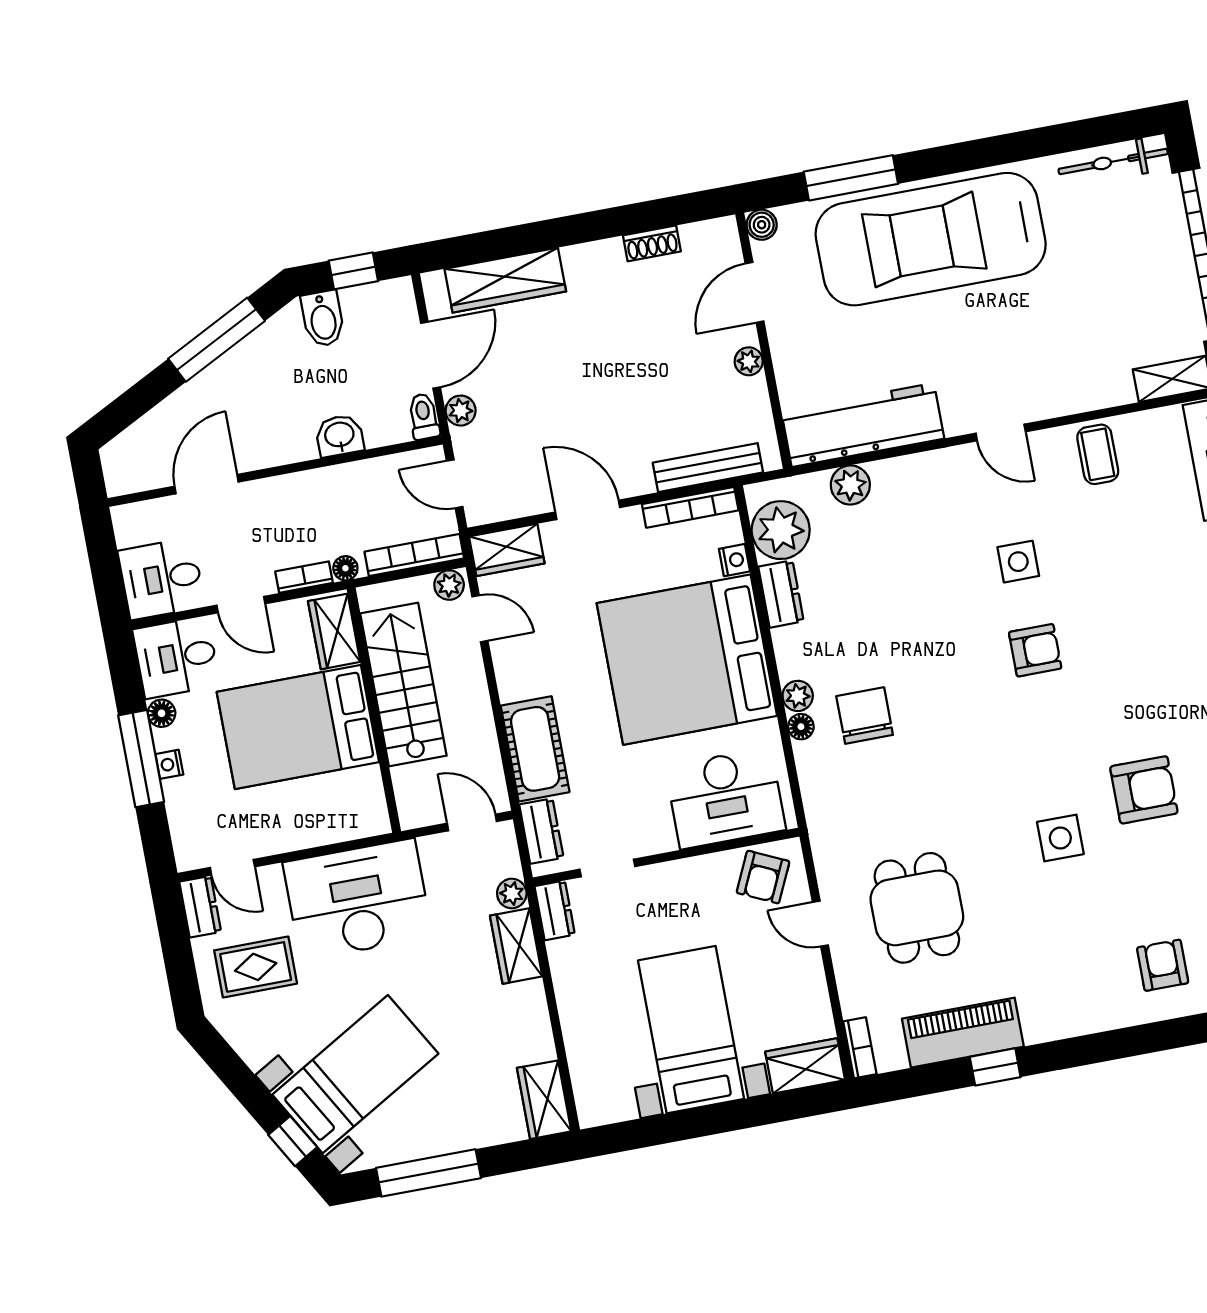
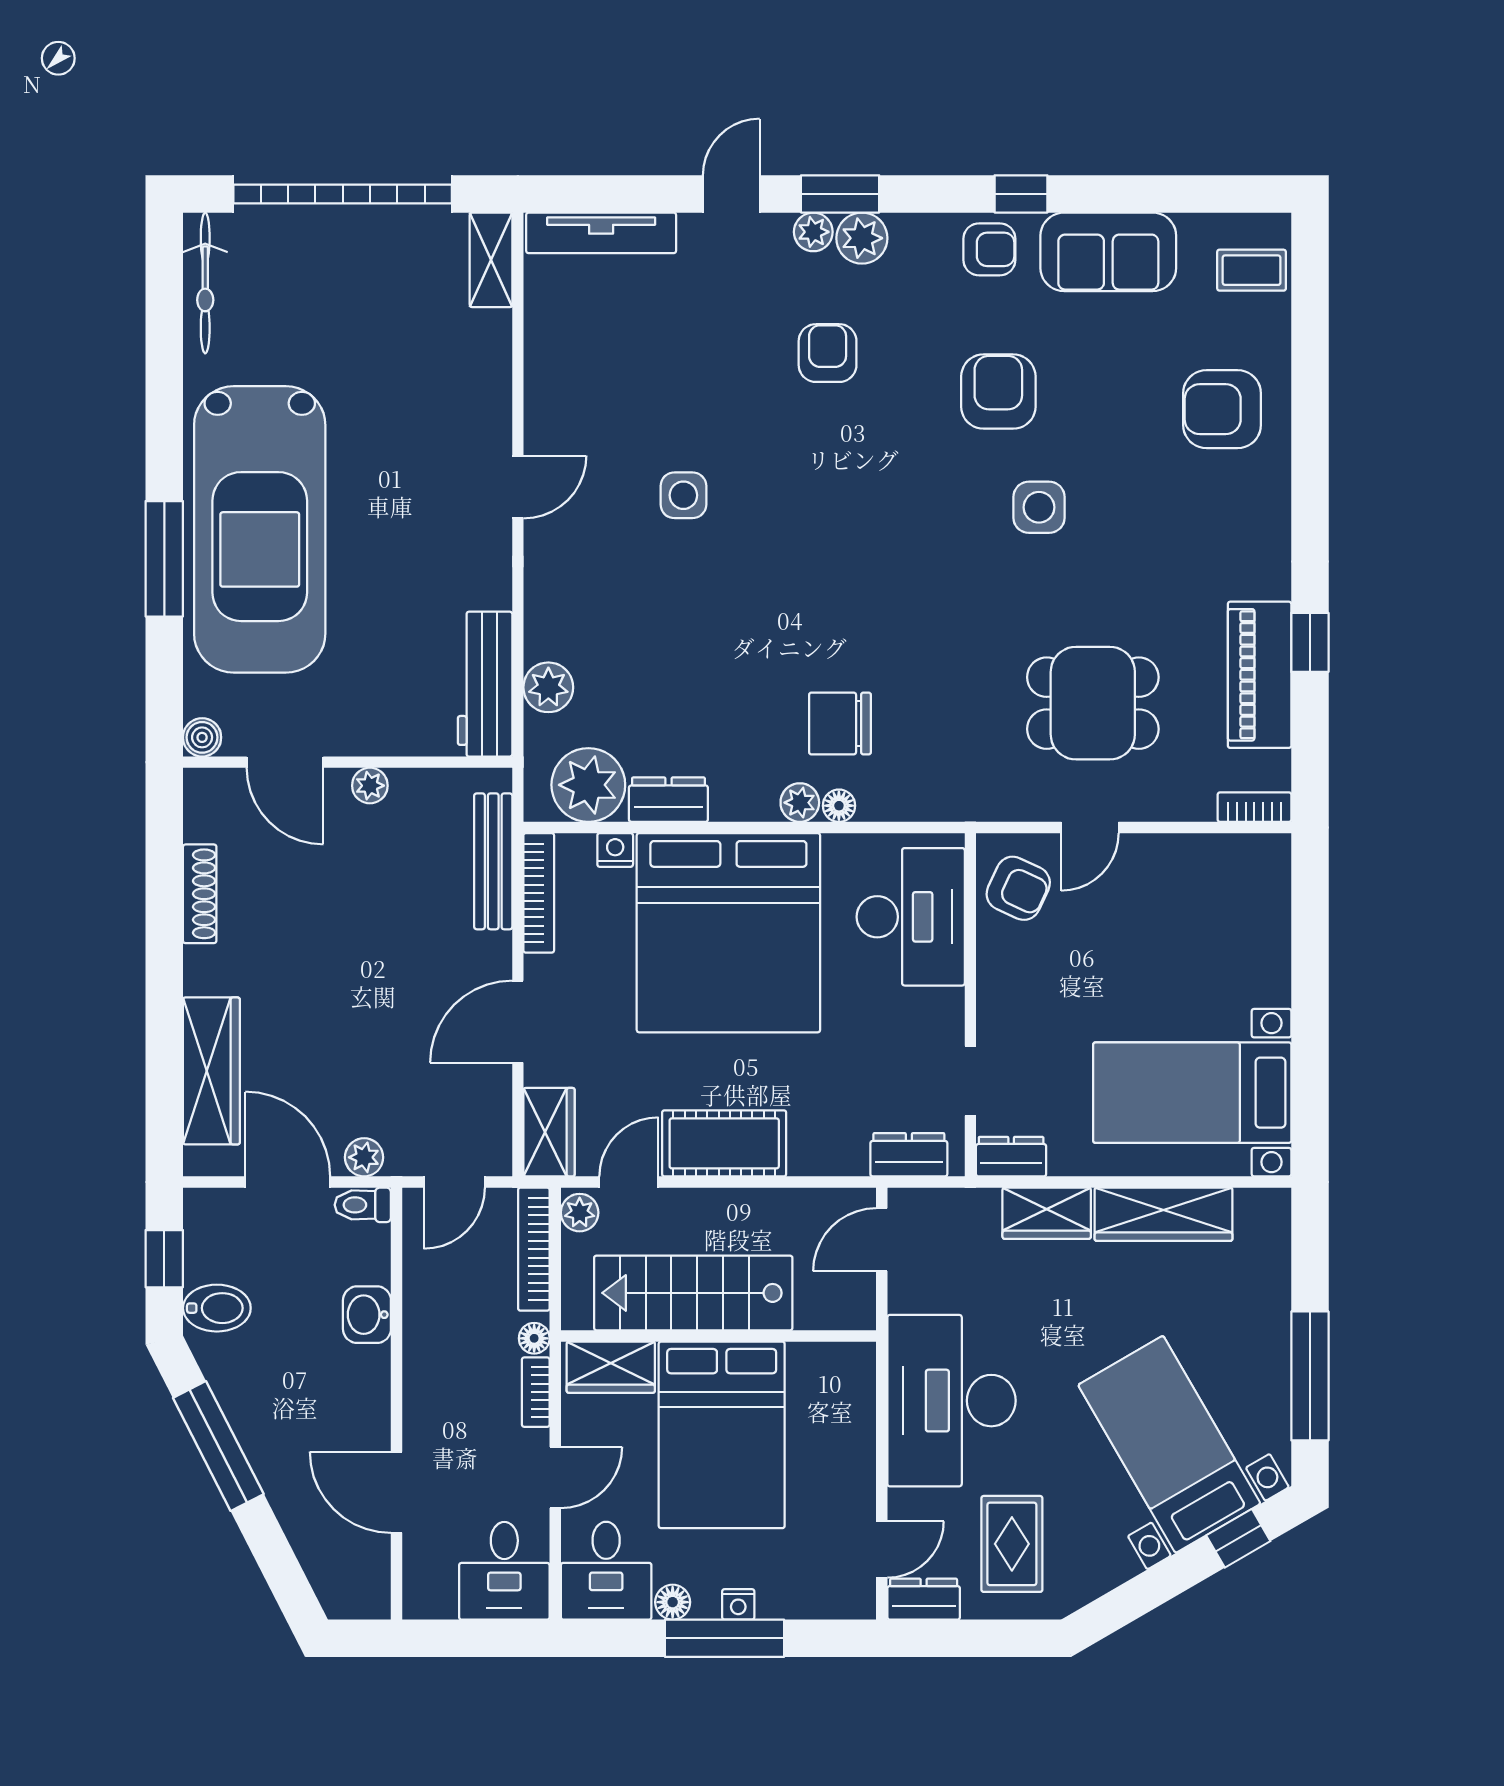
window: (851, 178) -> (164, 559), moved
shoe rack: (652, 243) -> (200, 894), width x1.43
workbench: (863, 425) -> (485, 684), width x0.73, depth x0.76
coffee table: (1098, 454) -> (568, 371), removed
armchair: (1035, 650) -> (828, 353), moved
cot: (535, 749) -> (724, 1143), moved
plant: (512, 893) -> (980, 1206), removed
armchair: (1163, 965) -> (1222, 409), width x1.38, depth x1.38
bed with nightstands: (691, 1030) -> (1192, 1093), moved
wardrobe: (805, 1066) -> (1264, 880), removed
wardrobe: (544, 1100) -> (1164, 1214), moved, width x1.50

